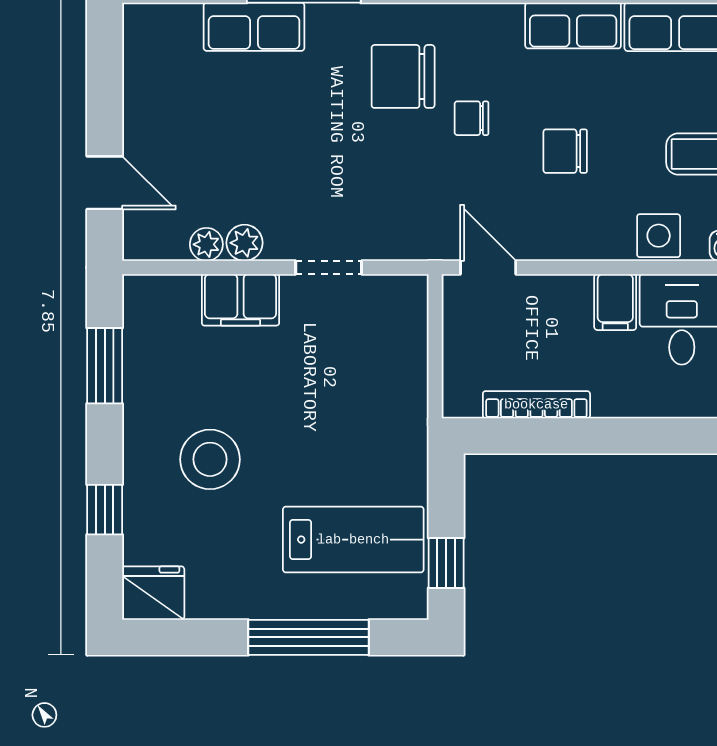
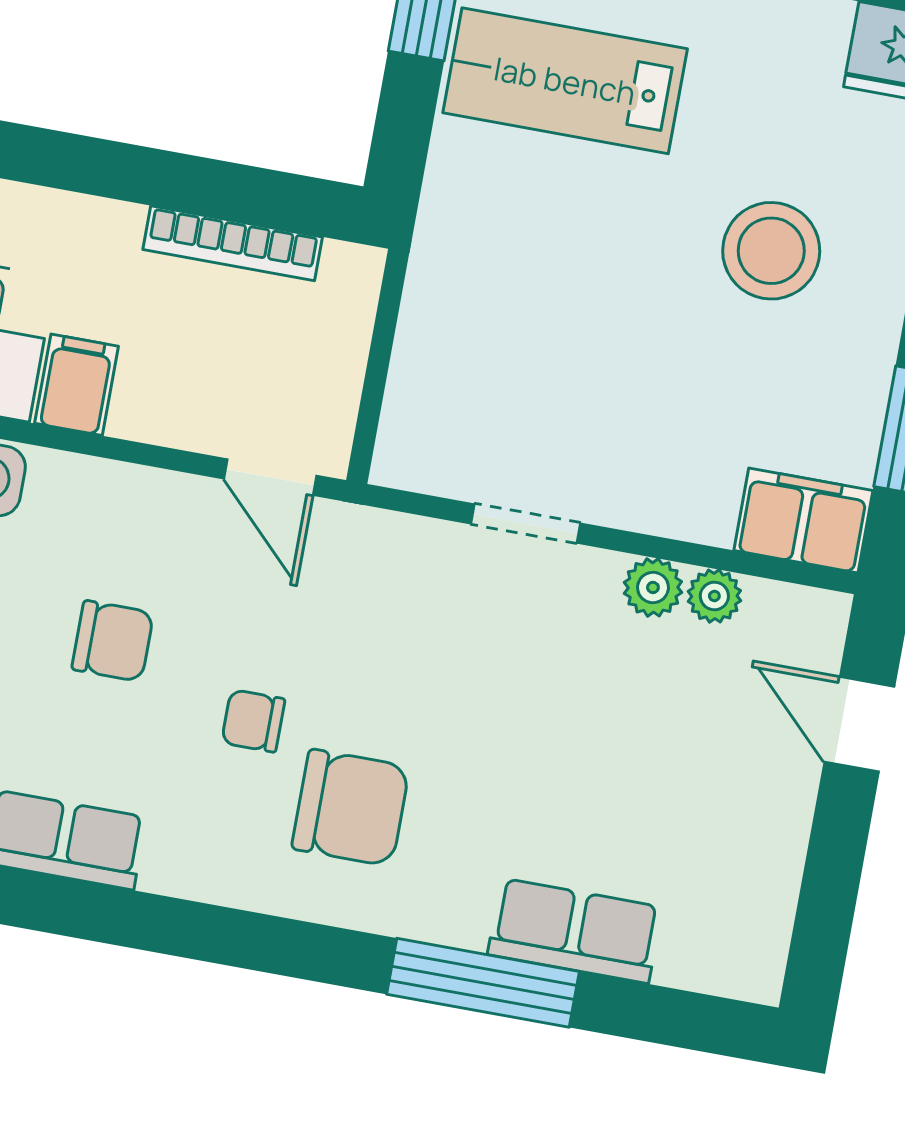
chair: (471, 118) -> (253, 721), turned 180
filing cabinet: (240, 300) -> (803, 521), moved

